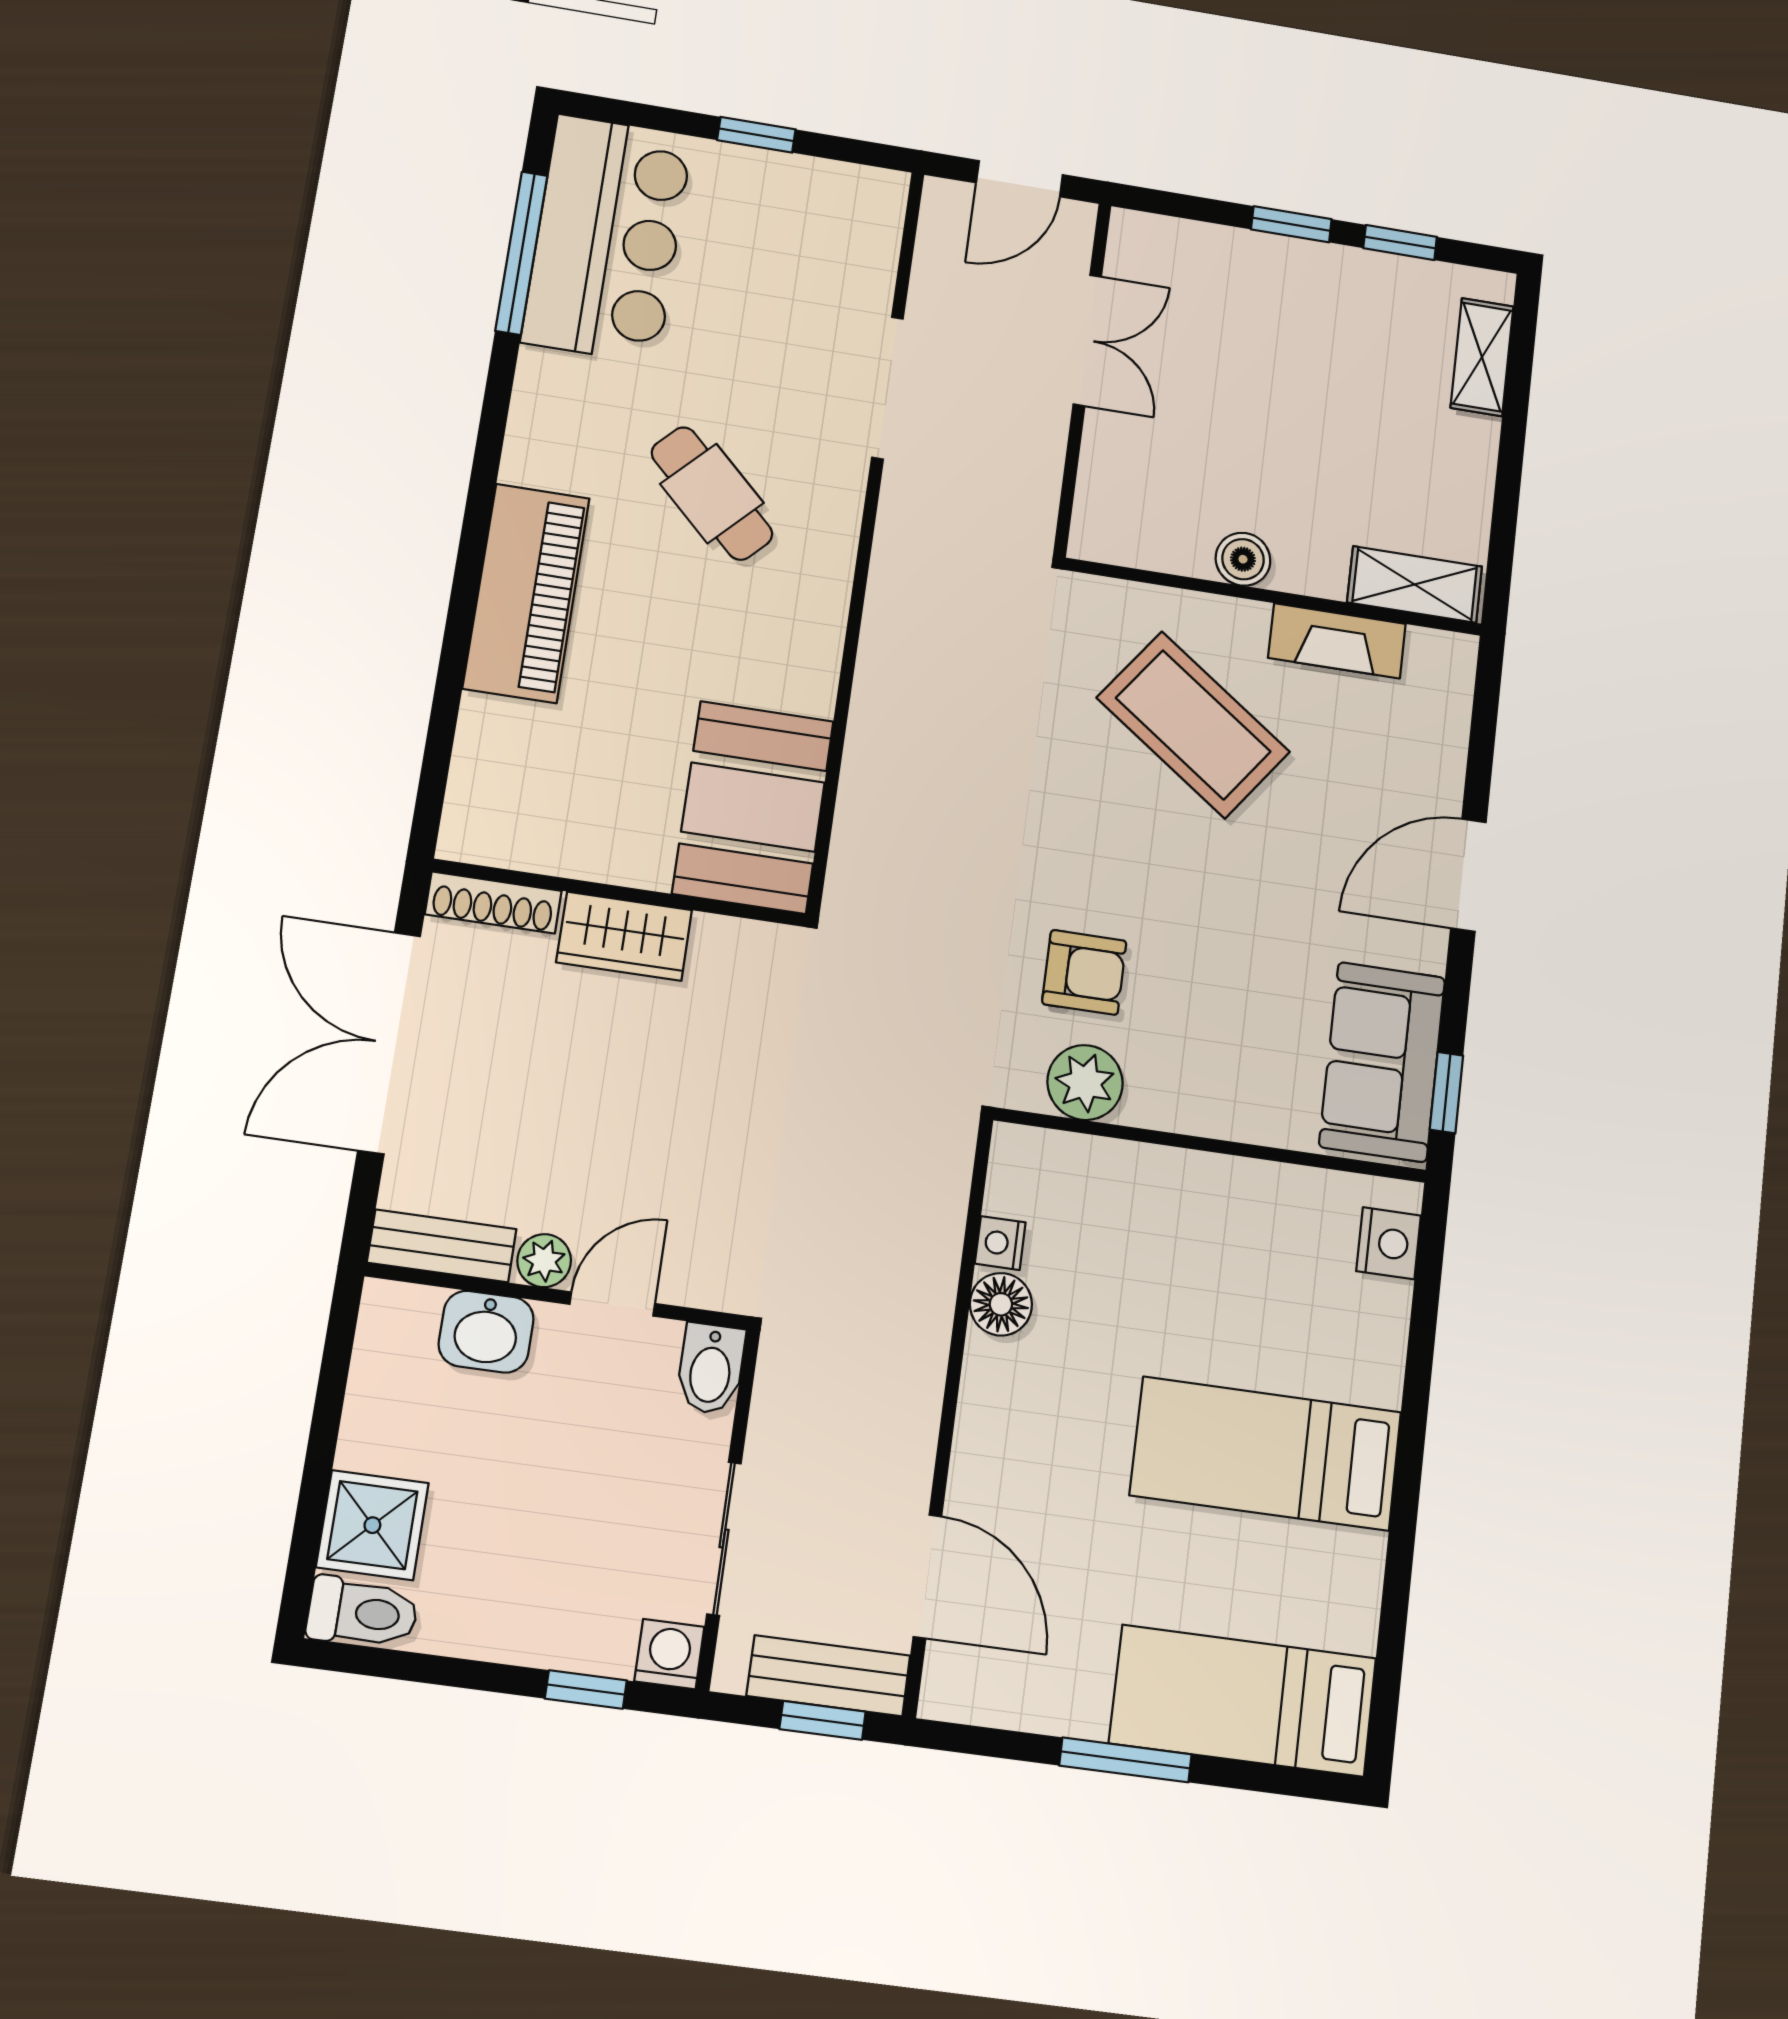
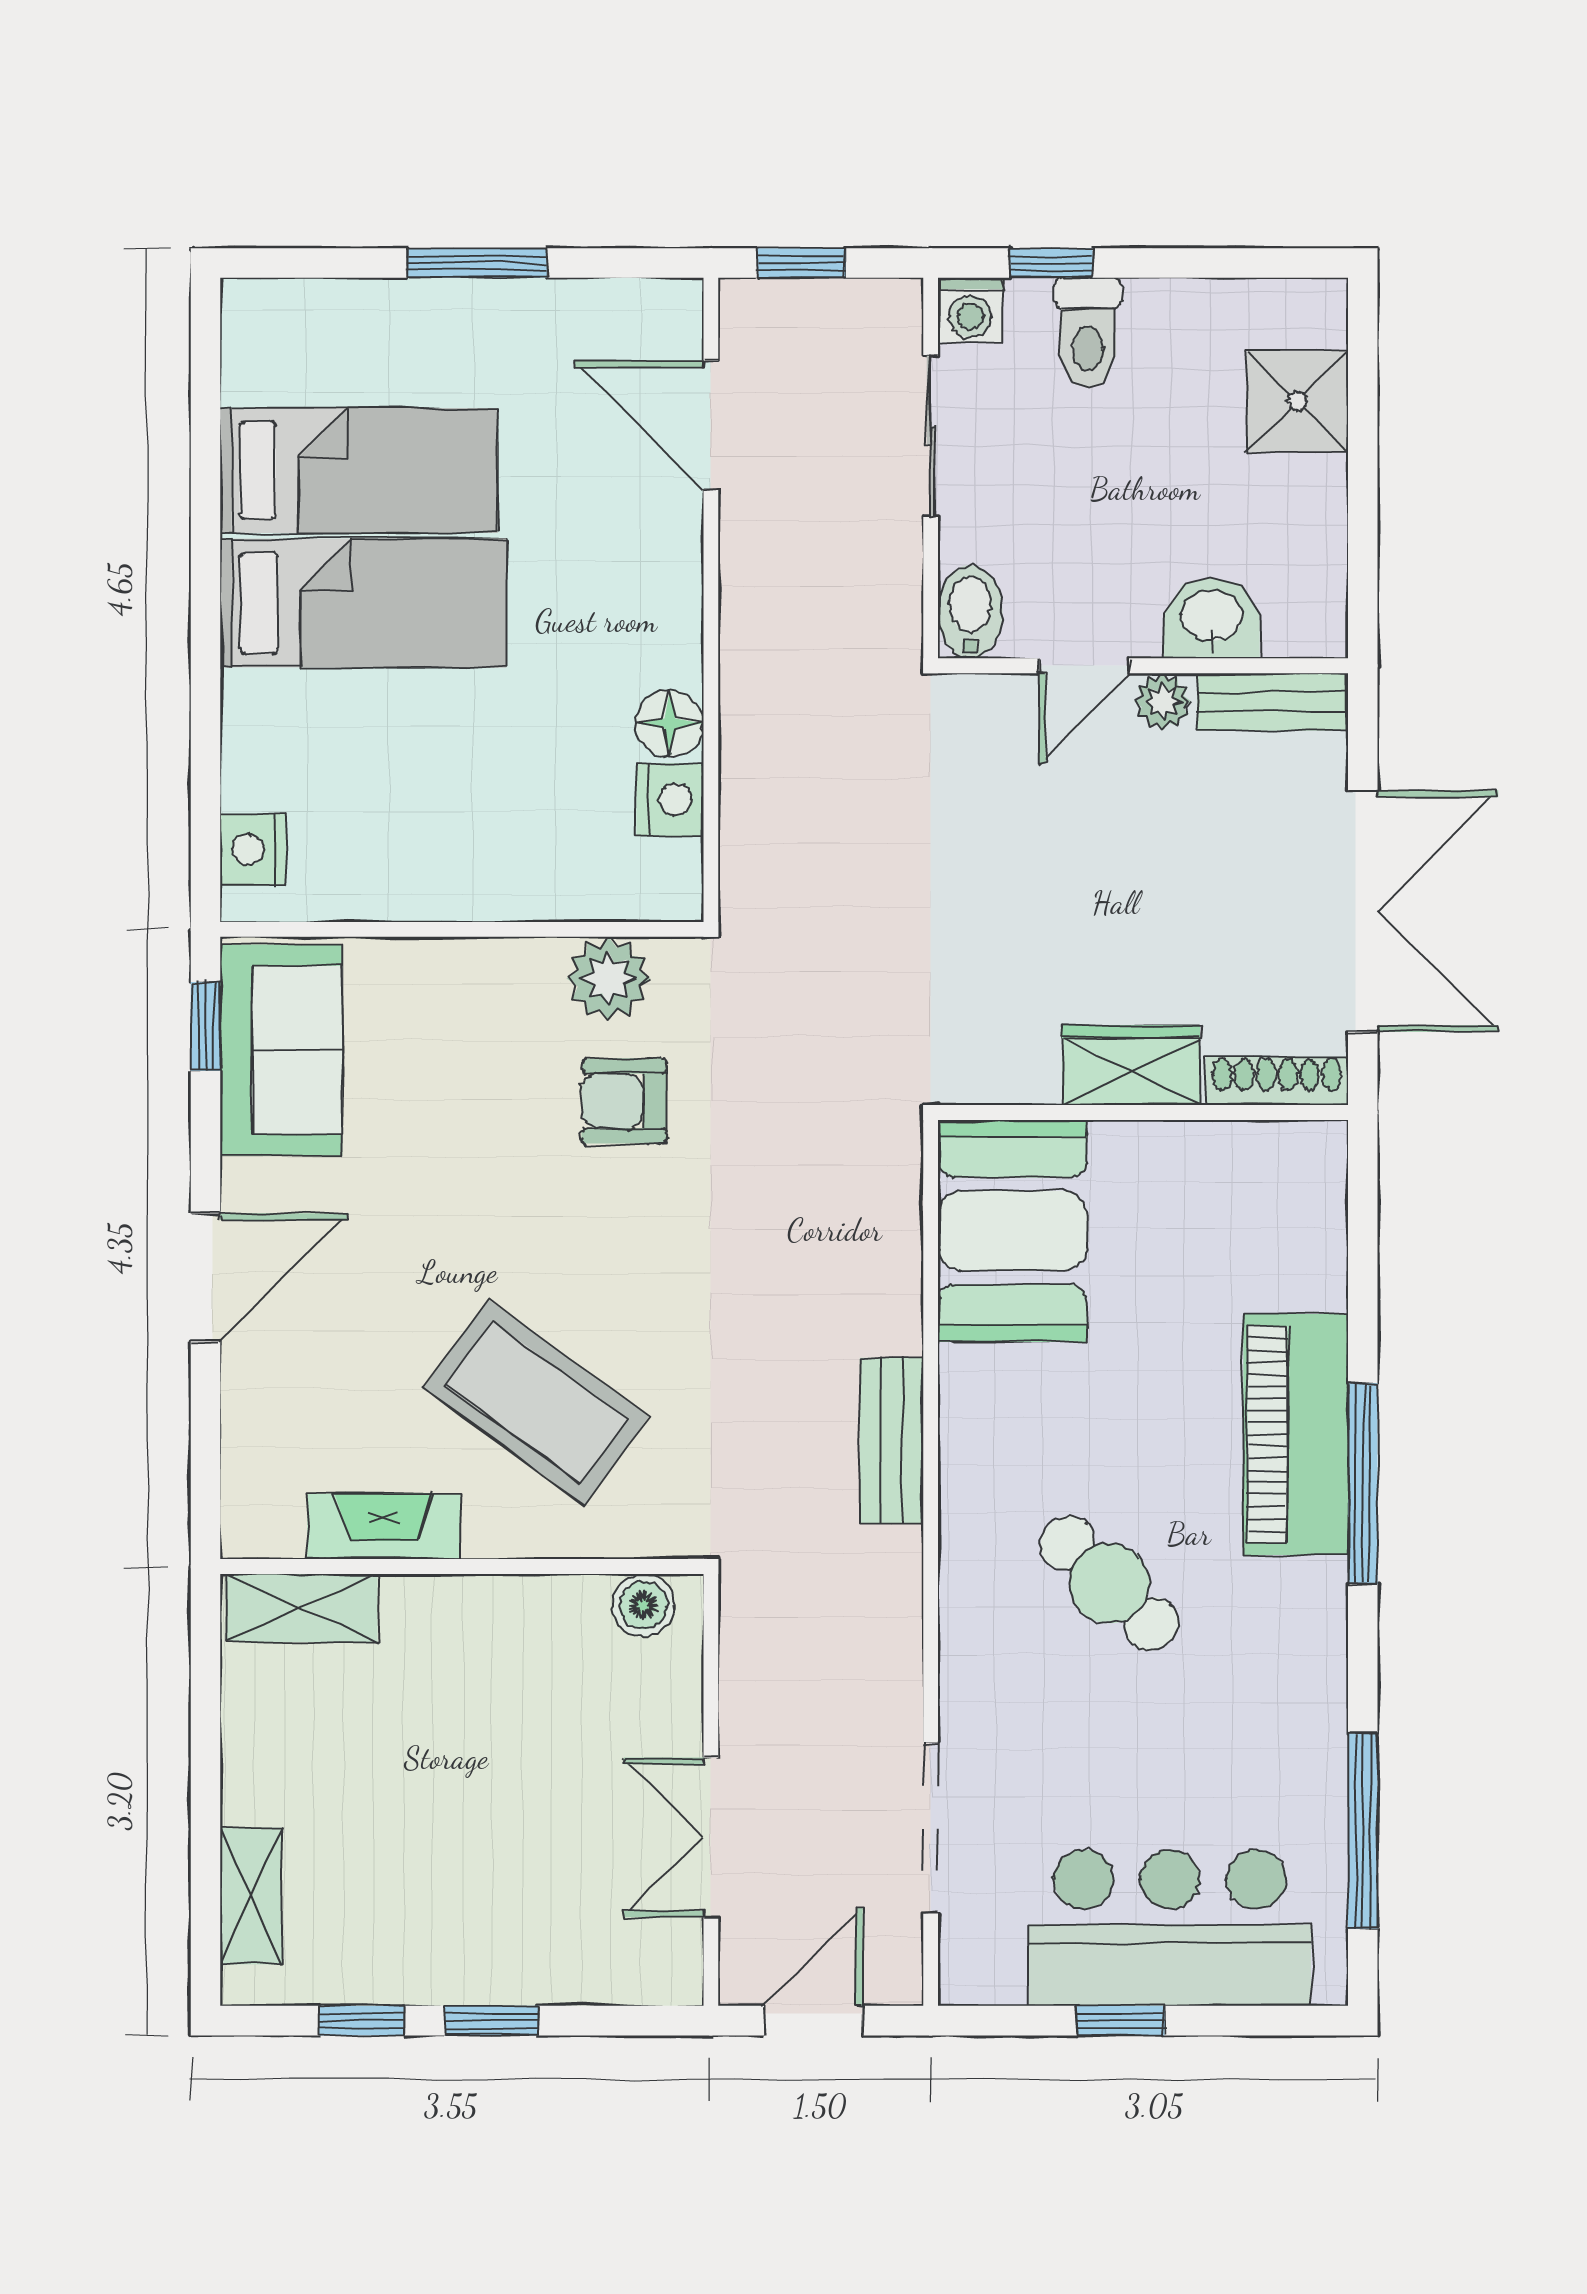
bar counter: (607, 238) -> (1170, 1928), moved, turned 90
doorway: (887, 388) -> (931, 1828), moved
window: (473, 542) -> (1363, 1483), added
boiler: (1243, 559) -> (643, 1605), moved
nightstand: (1000, 1243) -> (670, 800), width x1.39, depth x1.35
toilet: (362, 1613) -> (1088, 333), moved, turned -90
bench: (829, 1676) -> (892, 1441), moved, turned 90
bed: (1243, 1701) -> (359, 470), moved

